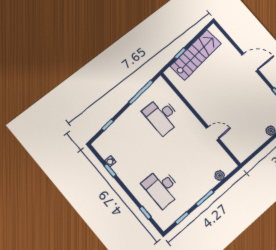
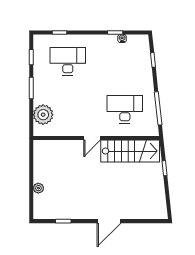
stairs: (196, 55) -> (130, 151), moved, turned -84
door: (213, 133) -> (92, 138), moved
plant: (220, 176) -> (43, 115), width x1.87, depth x1.87

